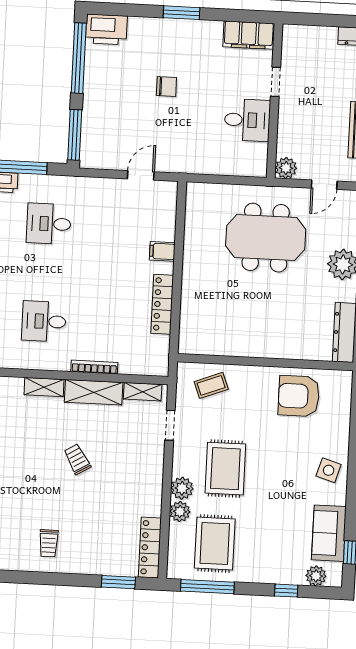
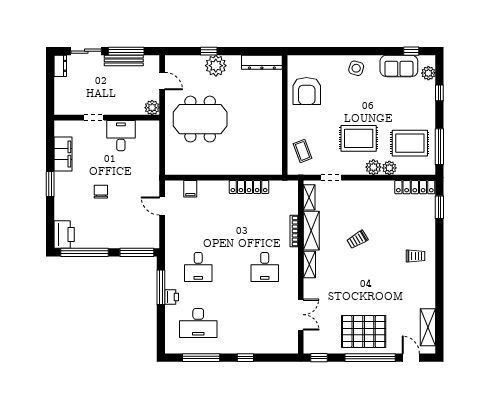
filing cabinet: (249, 35) -> (63, 154), moved
meeting table: (266, 238) -> (200, 119), turned 90
filing cabinet: (162, 251) -> (190, 189), moved

